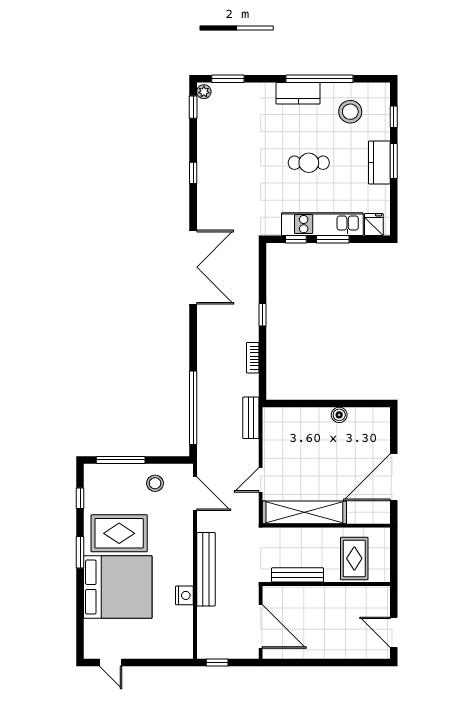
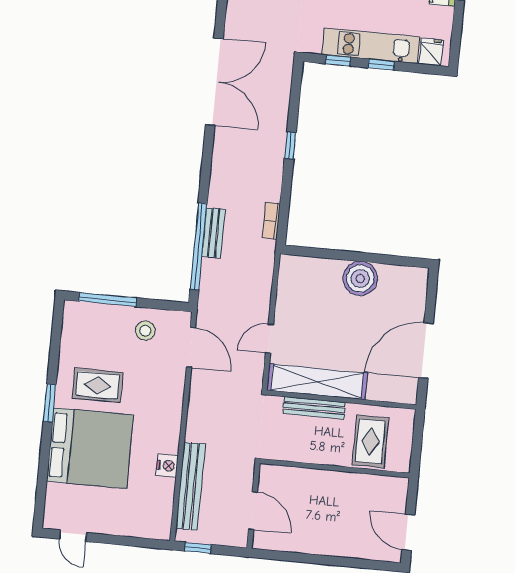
window: (333, 239) -> (381, 65), width x0.67
bookcase: (253, 358) -> (271, 221), moved
boiler: (339, 415) -> (360, 278), width x1.86, depth x1.86
bench: (251, 418) -> (214, 233), moved
window: (80, 498) -> (56, 340), removed
rug: (119, 533) -> (98, 385), width x0.73, depth x0.70
bench: (206, 569) -> (191, 486), moved
bench: (298, 575) -> (314, 408), moved
door: (261, 627) -> (253, 511), width x0.73

